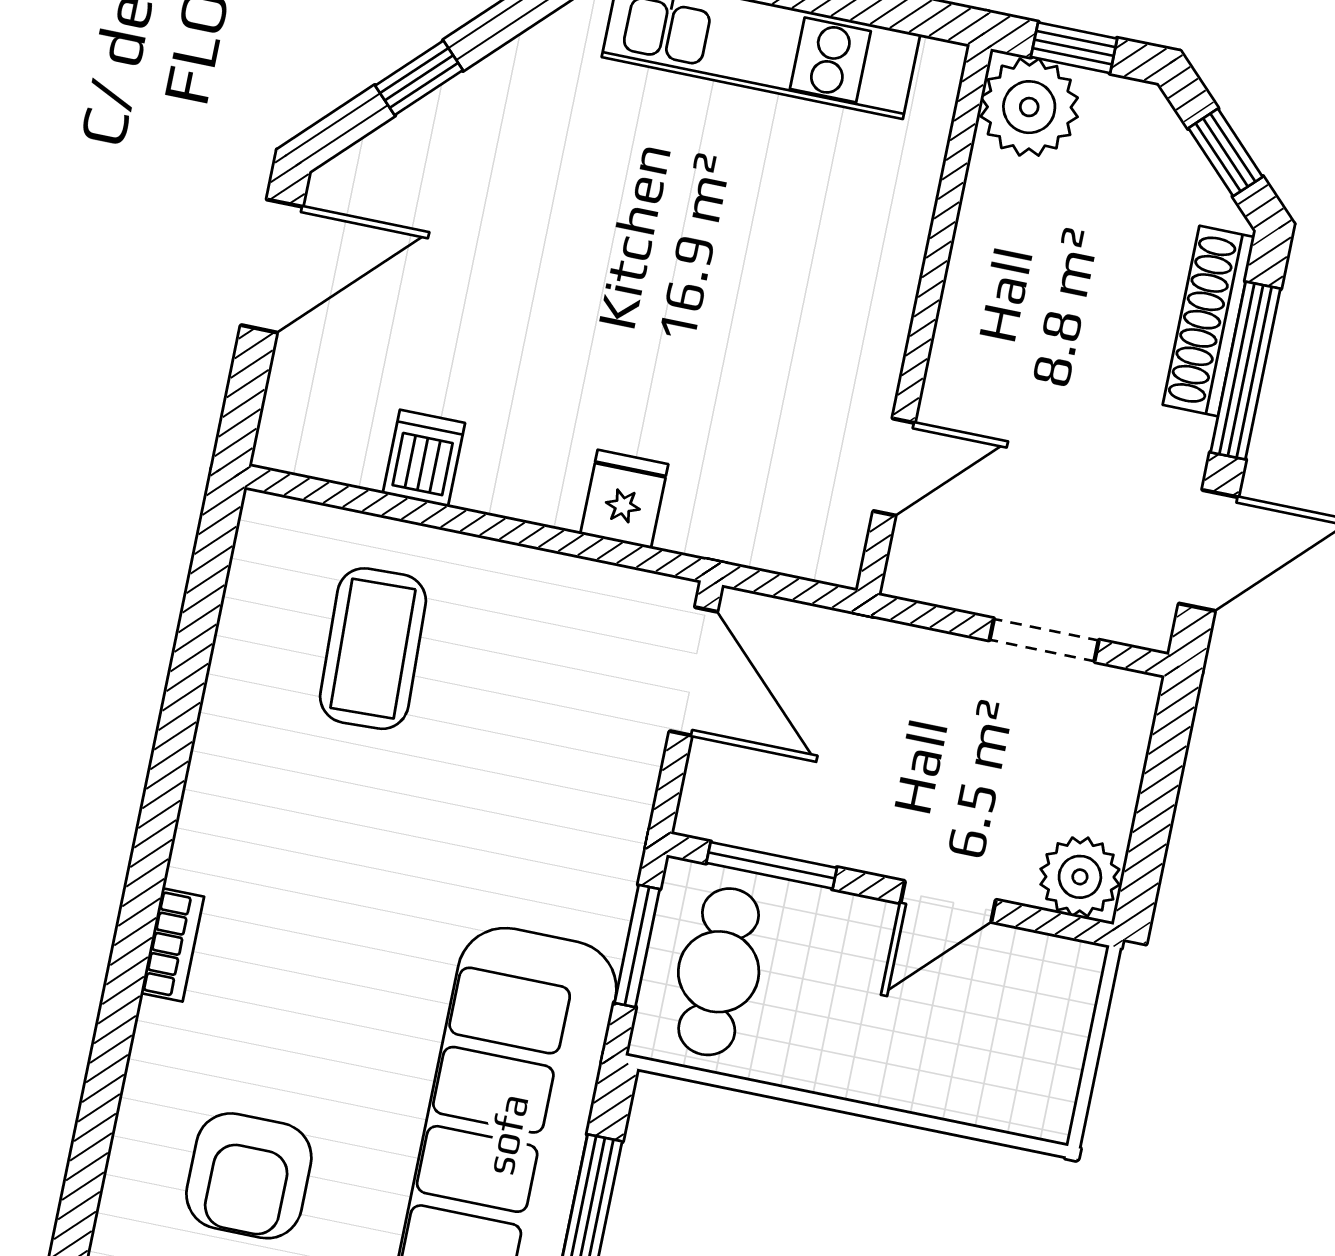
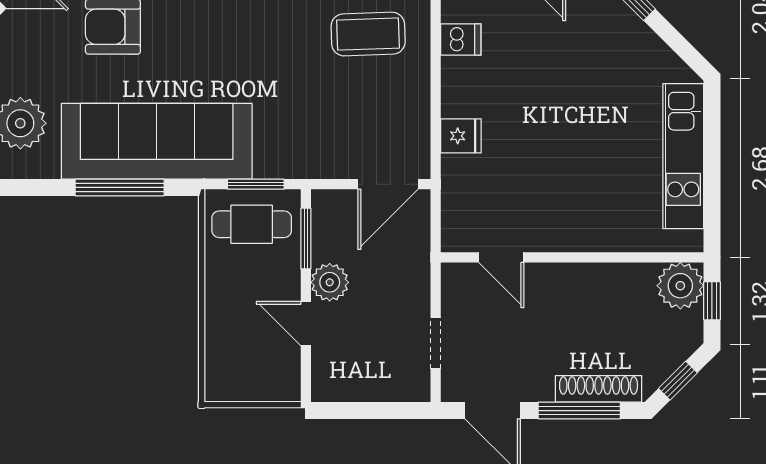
plant: (1080, 877) -> (330, 282), moved

